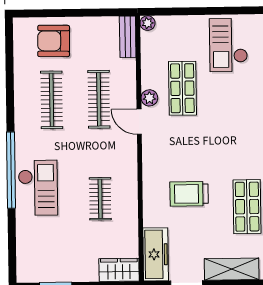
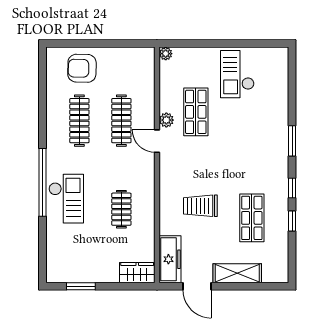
bench: (128, 37) -> (148, 65), removed

